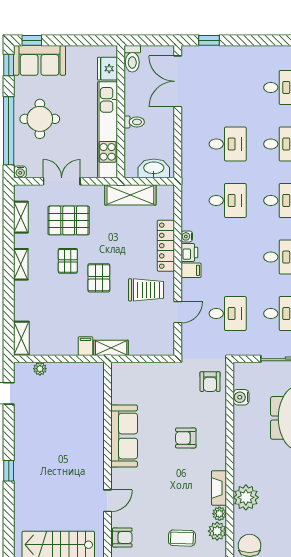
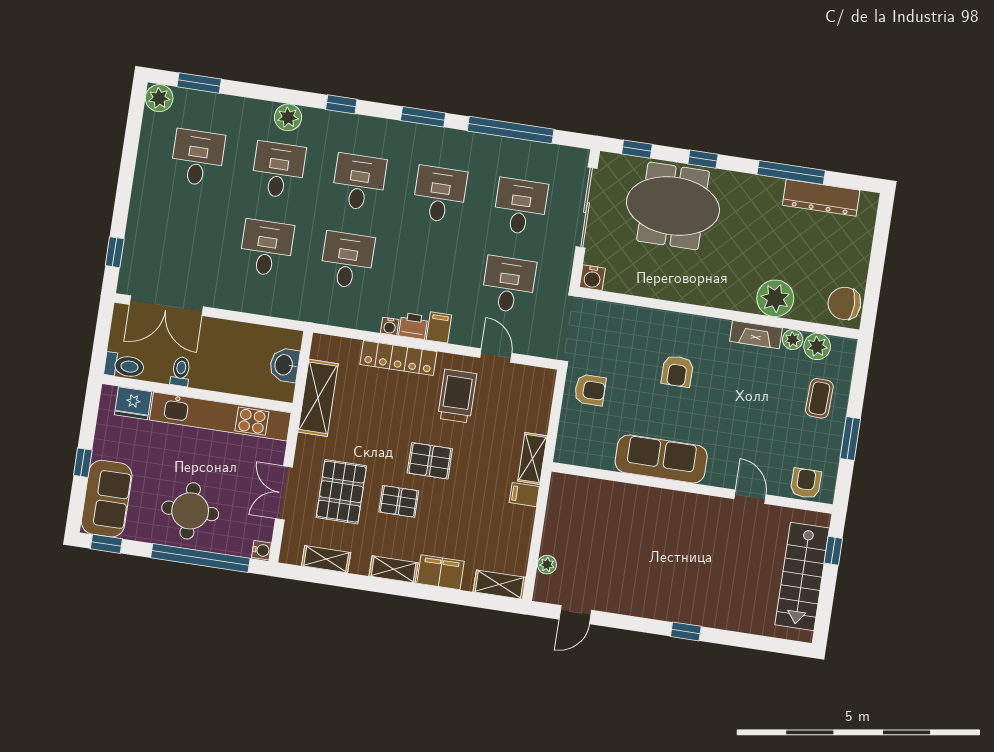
window: (32, 40) -> (83, 463), moved
toilet: (134, 122) -> (181, 372), moved
washbasin: (154, 168) -> (284, 365), width x0.72
filing cabinet: (24, 297) -> (440, 572), added
armchair: (210, 382) -> (590, 390), moved
water cooler: (241, 397) -> (592, 278), moved

